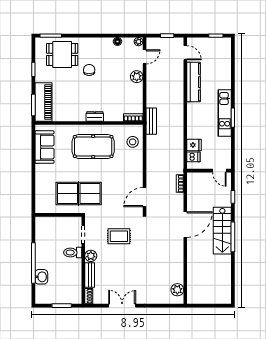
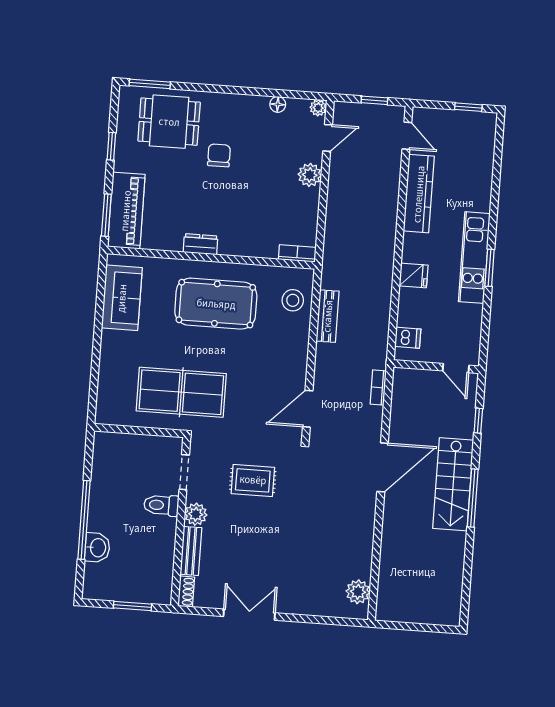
dresser: (95, 116) -> (201, 244), moved
bench: (151, 121) -> (328, 316), moved
fridge: (194, 145) -> (414, 275), moved

